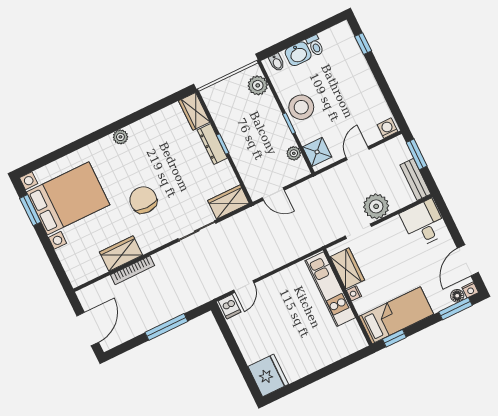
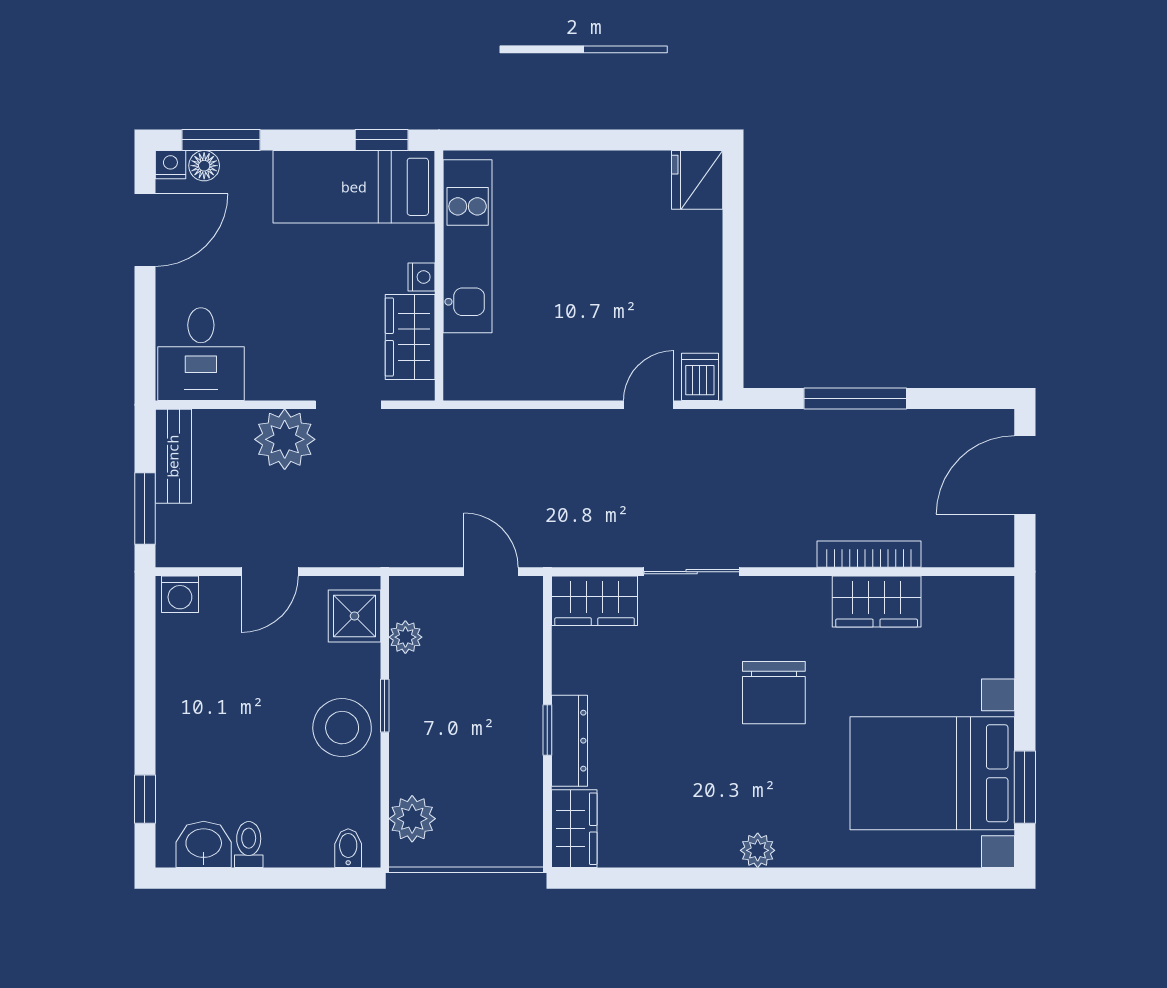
washbasin: (298, 54) -> (204, 844), moved
kitchen unit: (330, 289) -> (468, 246), moved
fridge: (268, 375) -> (697, 180), width x0.73, depth x0.75

